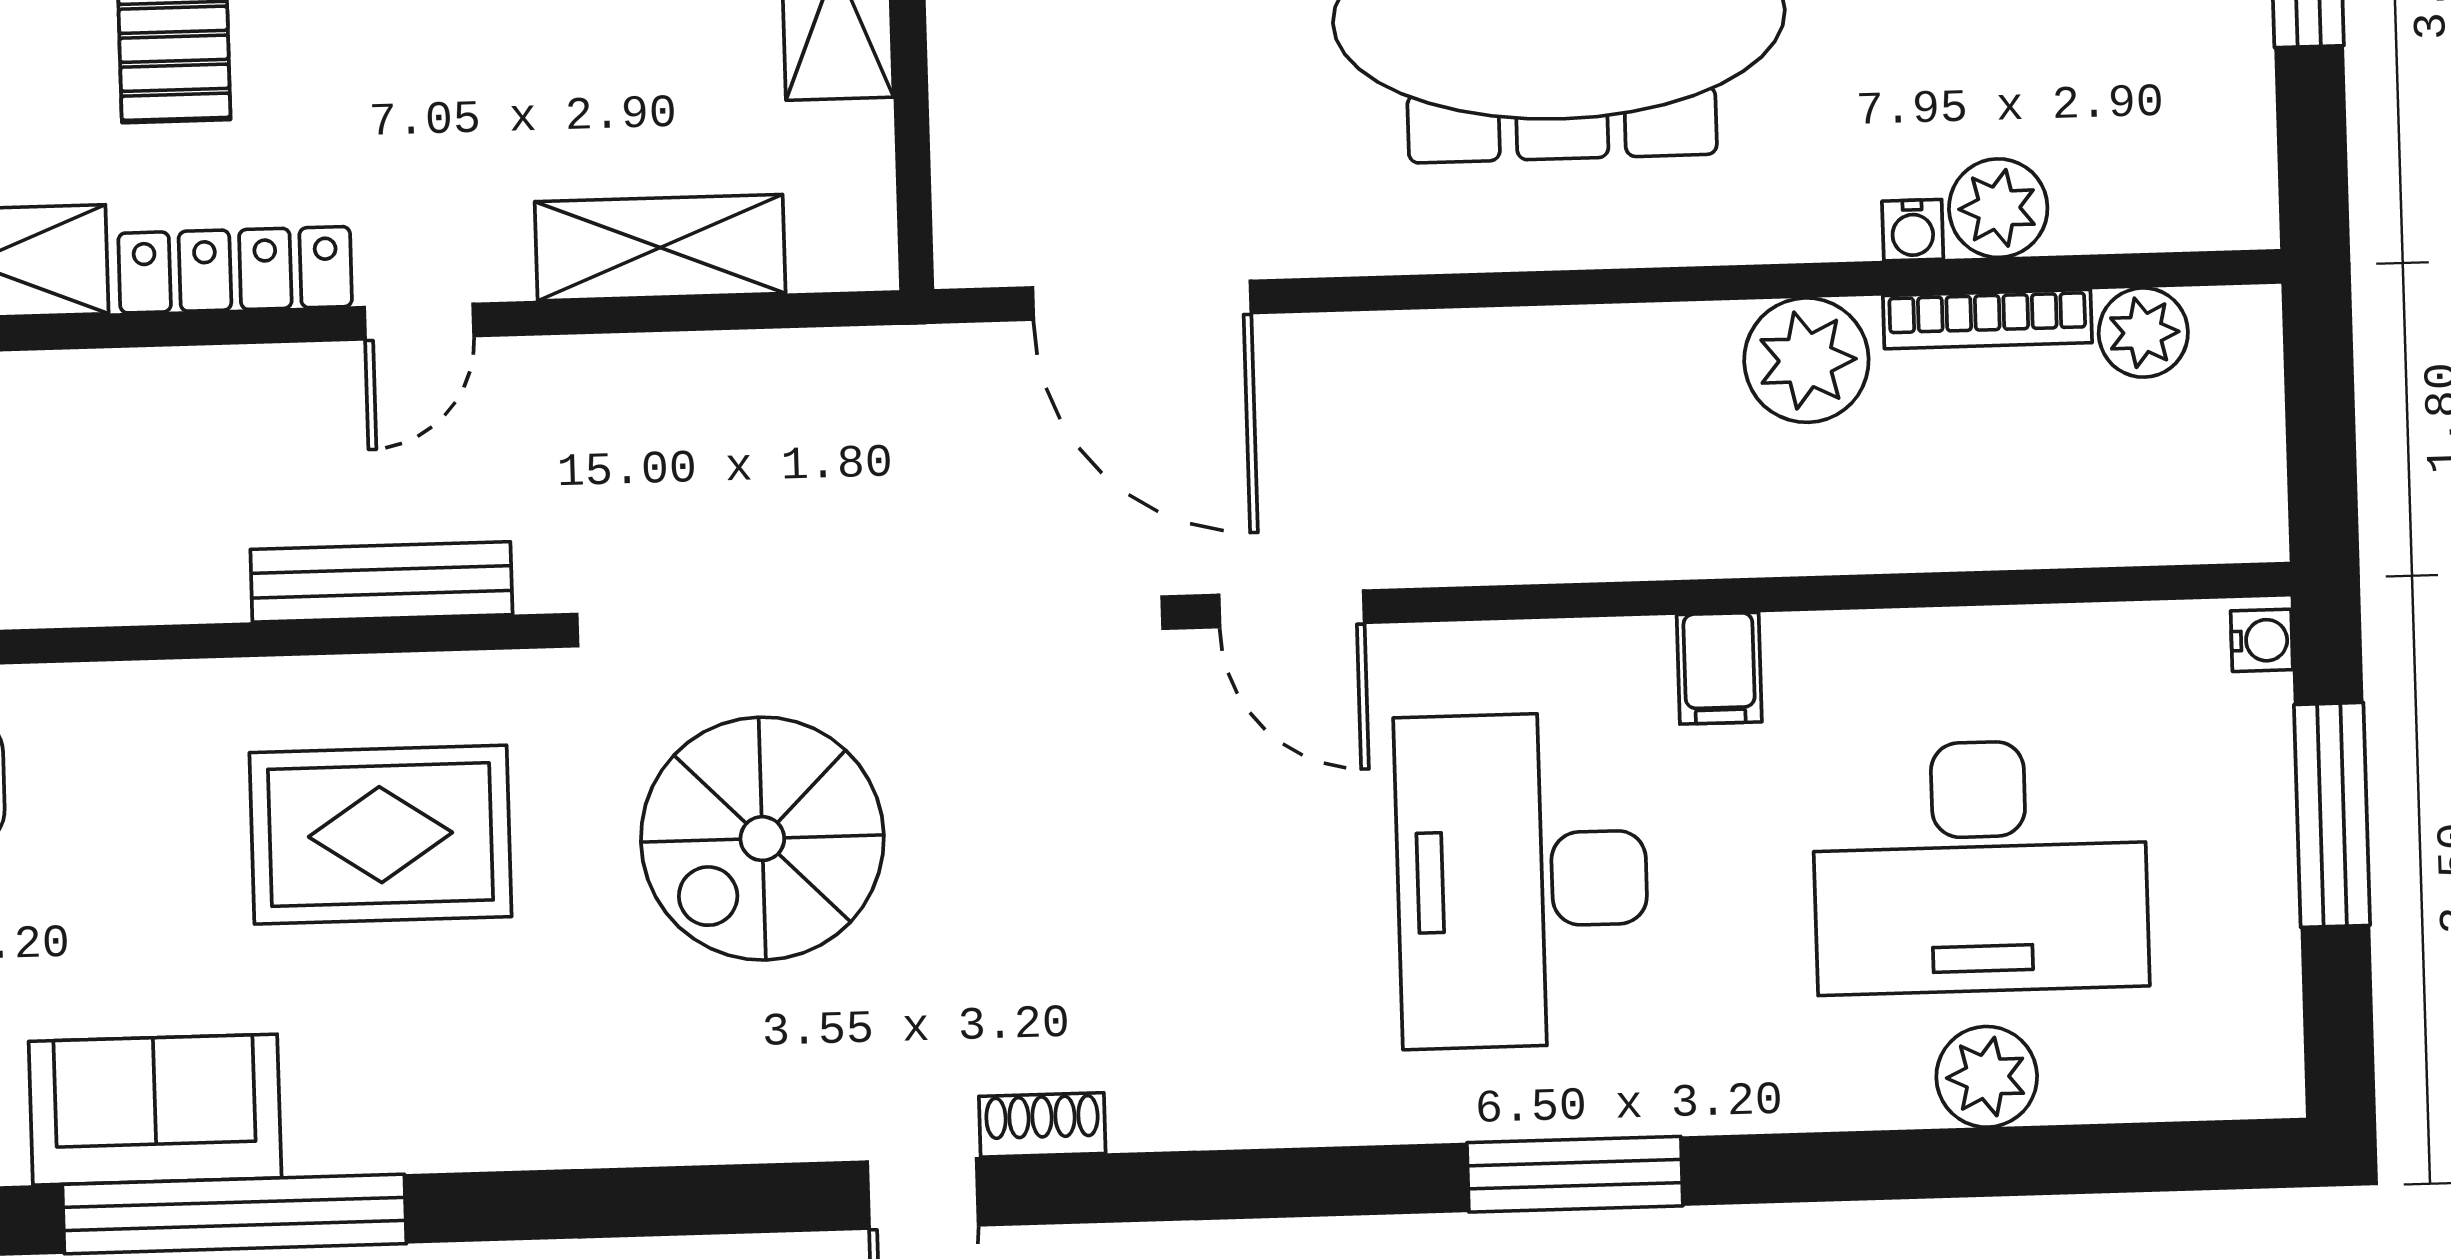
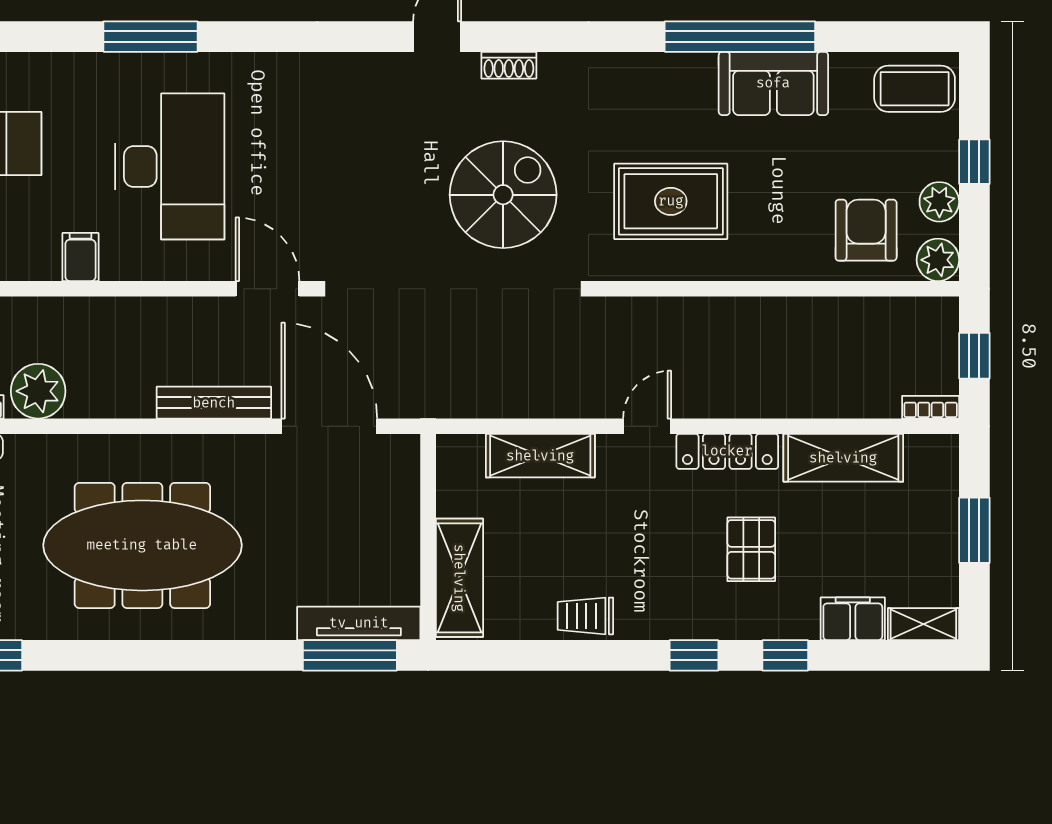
bench: (381, 582) -> (214, 403), moved
shoe rack: (1042, 1125) -> (509, 65), moved

